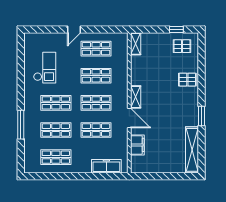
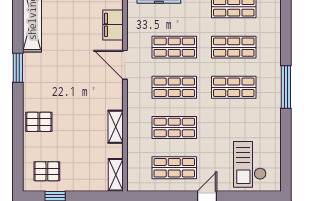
checkout: (45, 68) -> (250, 164), moved
shelving: (136, 97) -> (116, 127), moved
window: (21, 125) -> (286, 87), moved

